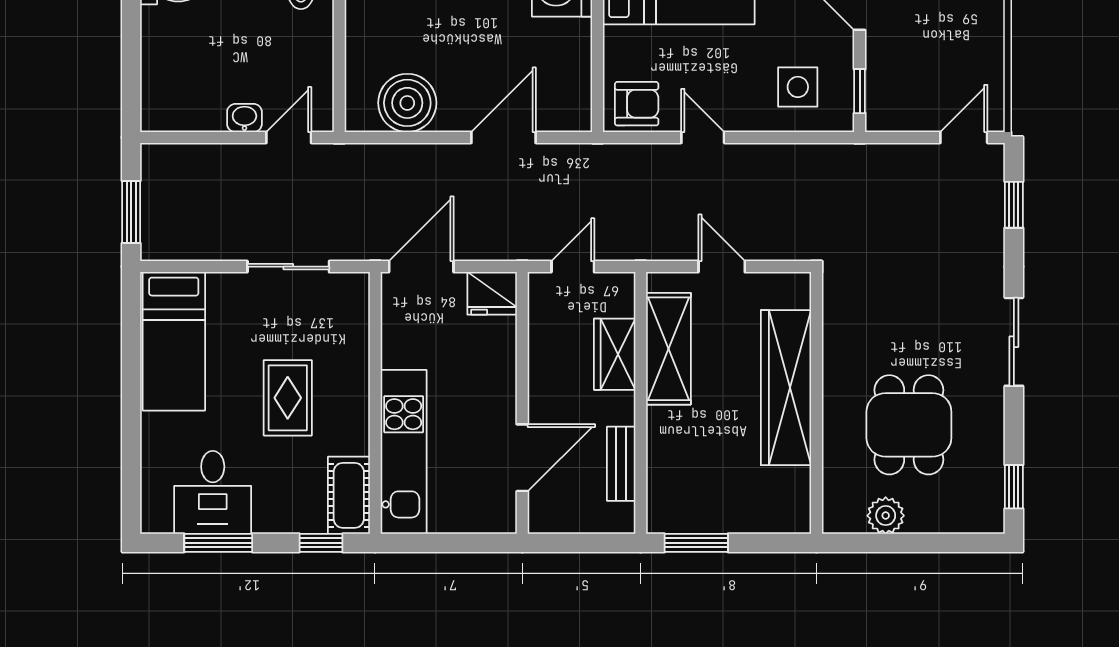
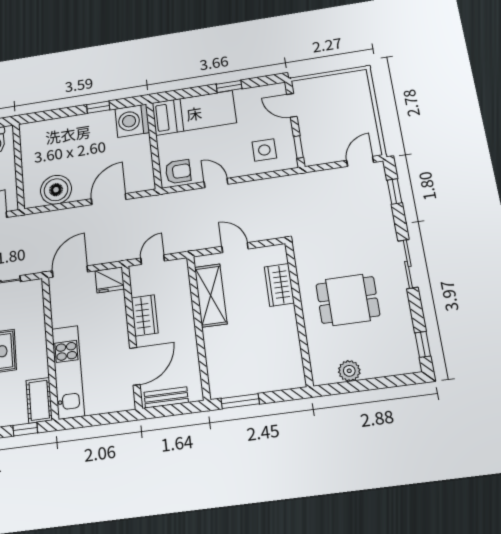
wardrobe: (615, 354) -> (145, 315), moved, turned 180
wardrobe: (786, 388) -> (279, 285), width x0.48, depth x0.85
dining table: (909, 425) -> (348, 300), moved, turned 90
bench: (621, 464) -> (166, 397), moved, turned 90

